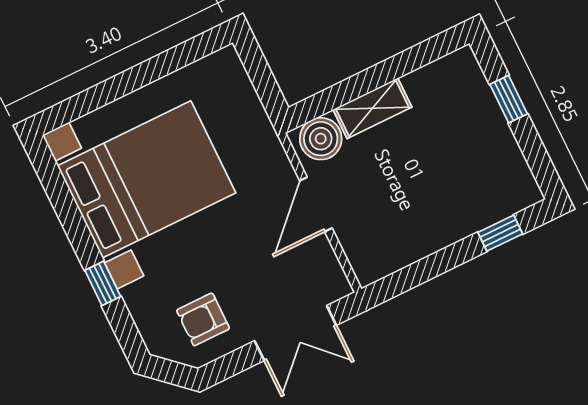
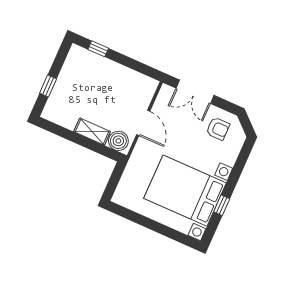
door: (316, 204) -> (143, 123), hinge flipped
window: (103, 283) -> (222, 205), moved
double door: (295, 333) -> (195, 92), swing flipped

